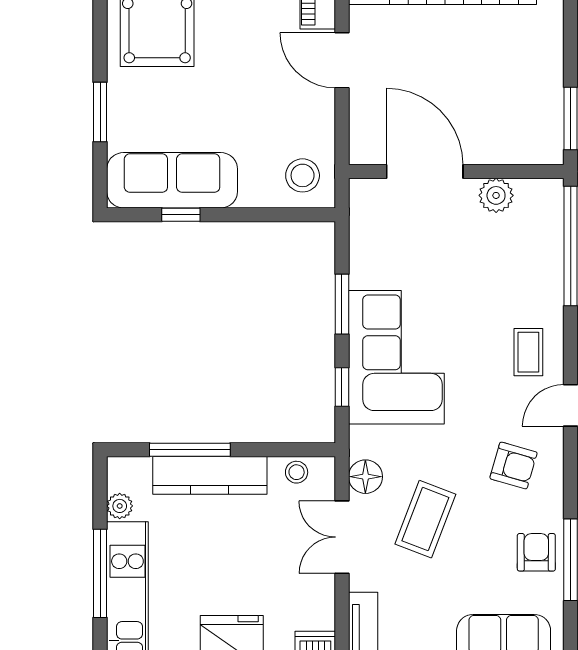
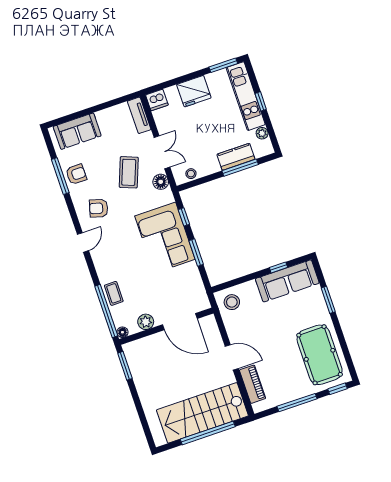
floor lamp: (552, 190) -> (122, 332), added
coffee table: (528, 352) -> (114, 293), moved
kitchen counter: (210, 475) -> (236, 157), width x0.67
armchair: (536, 552) -> (76, 174), turned -90
window: (100, 573) -> (261, 101), width x0.46

